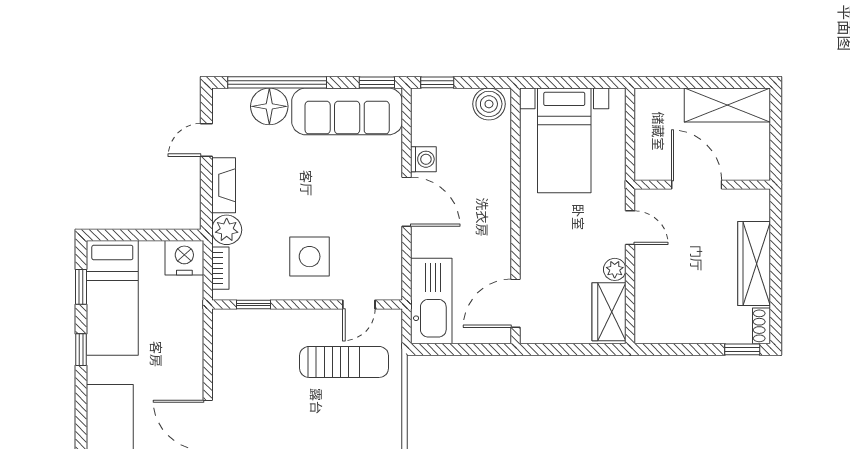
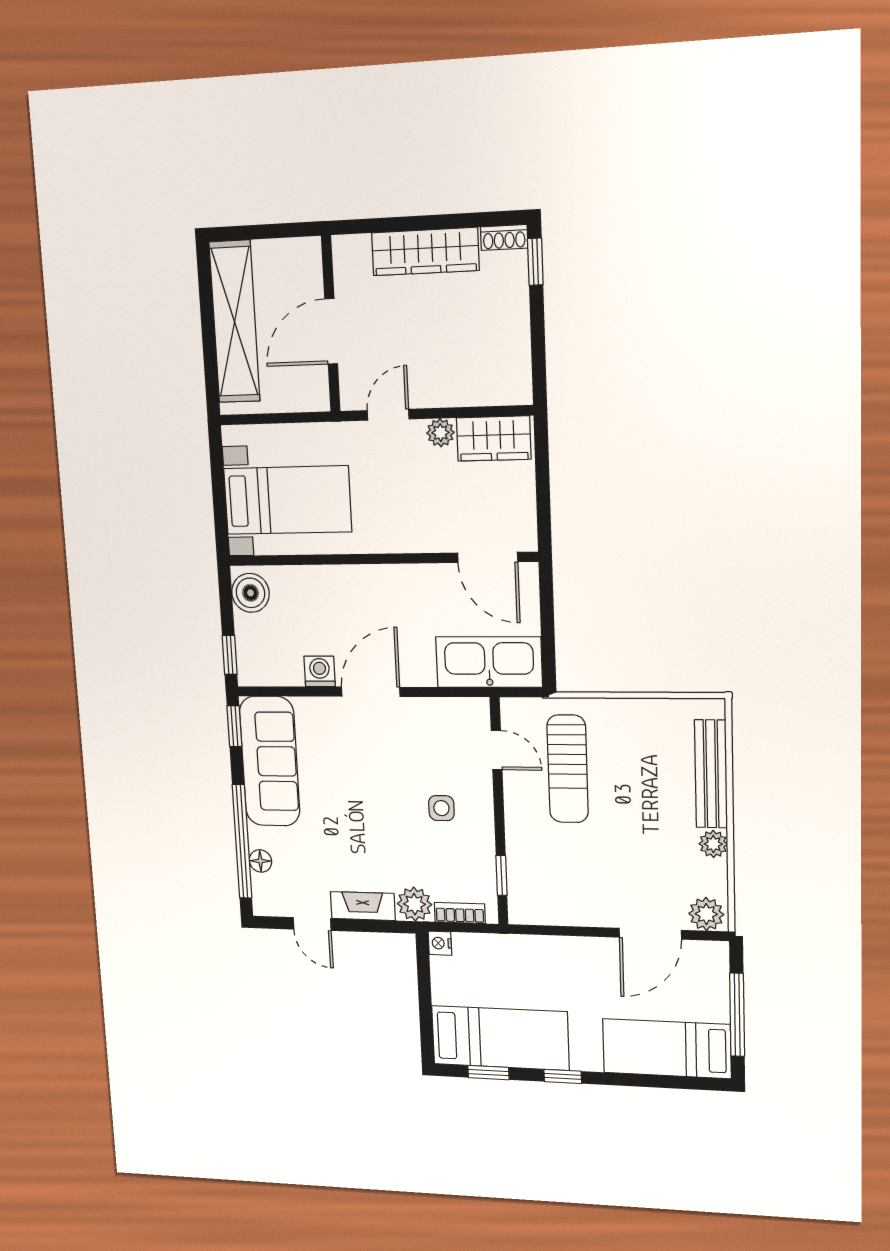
shelving: (727, 105) -> (235, 322), width x1.47
floor lamp: (269, 106) -> (260, 861), width x0.53, depth x0.53
side table: (310, 257) -> (441, 808), width x0.54, depth x0.54
nightstand: (184, 258) -> (440, 943), width x0.53, depth x0.56
sun lounger: (344, 362) -> (568, 769), turned 180

